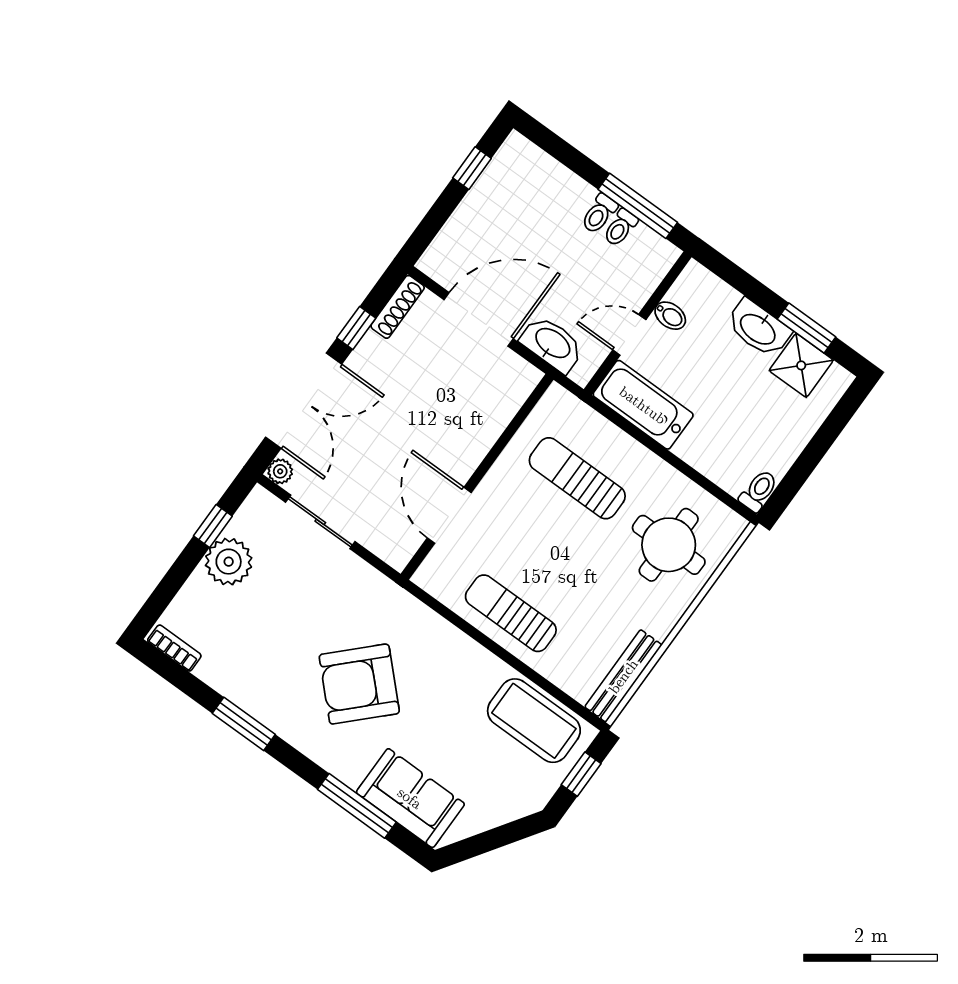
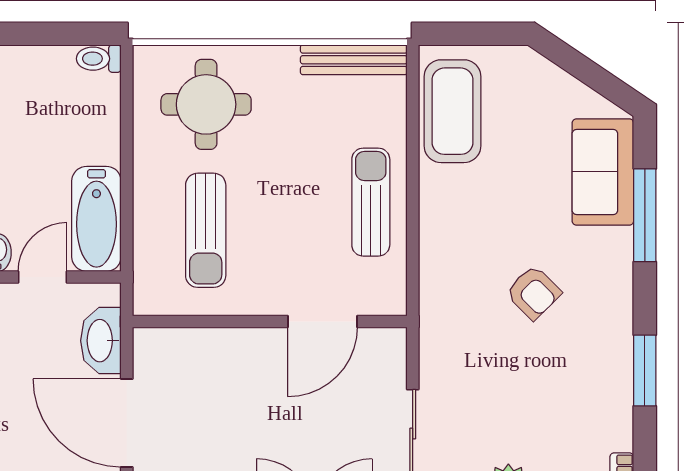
door: (629, 335) -> (42, 277), swing flipped
sun lounger: (511, 613) -> (371, 202), turned 180
armchair: (359, 684) -> (533, 293), width x0.53, depth x0.53
window: (581, 774) -> (470, 34), removed

